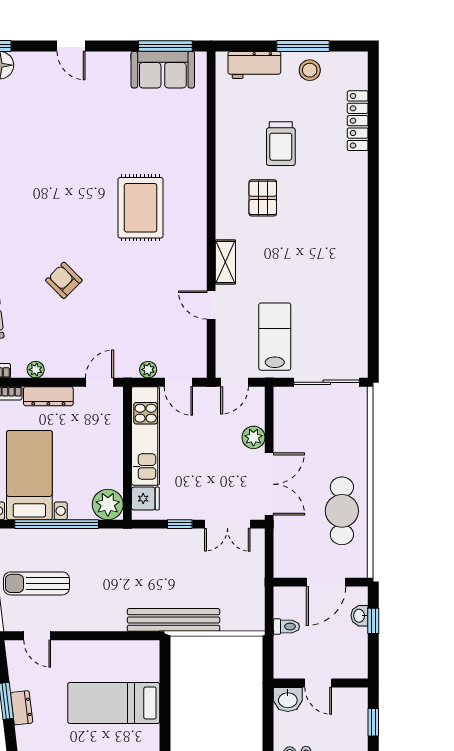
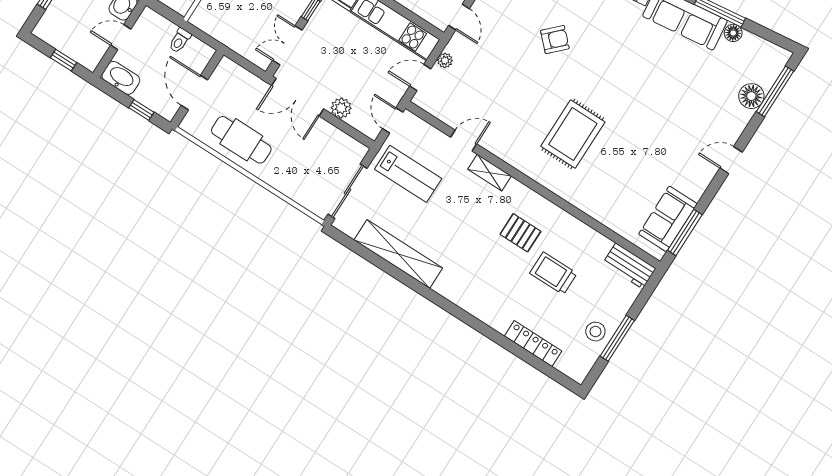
workbench: (254, 65) -> (629, 266), moved, turned -90
rug: (141, 208) -> (573, 134), turned 90
shelving: (355, 298) -> (398, 254), added
washbasin: (360, 616) -> (121, 78), moved, width x1.91, depth x1.45

